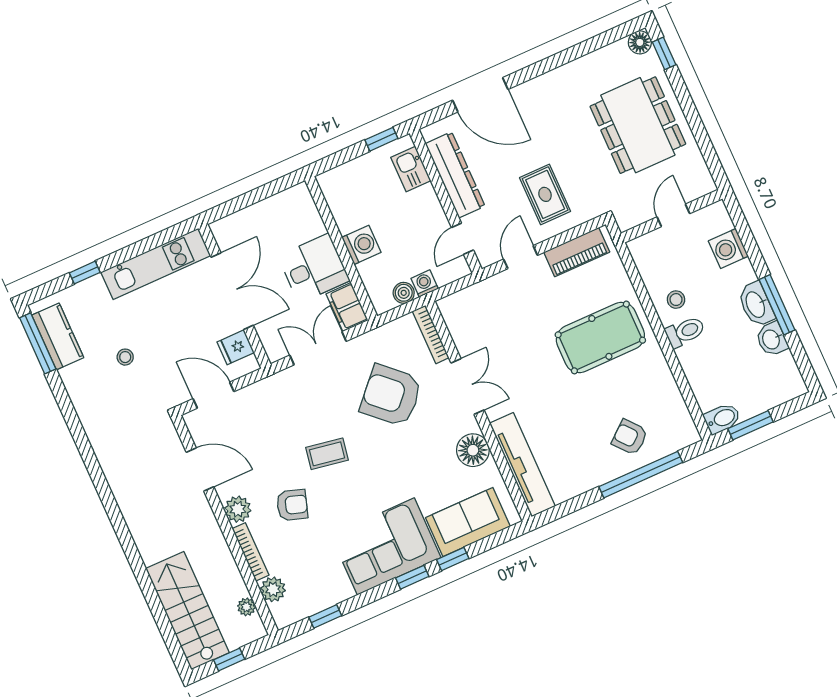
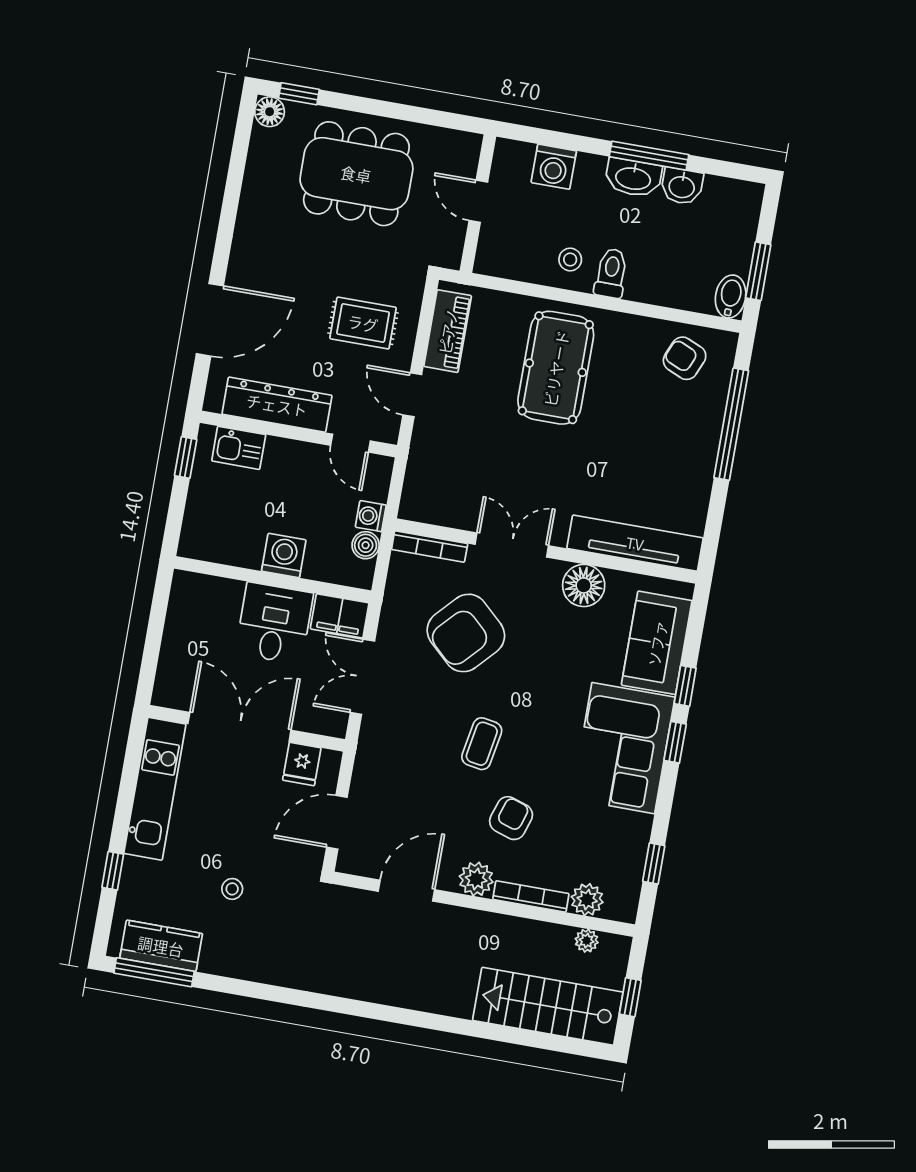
armchair: (630, 437) -> (685, 358), moved, turned 63

